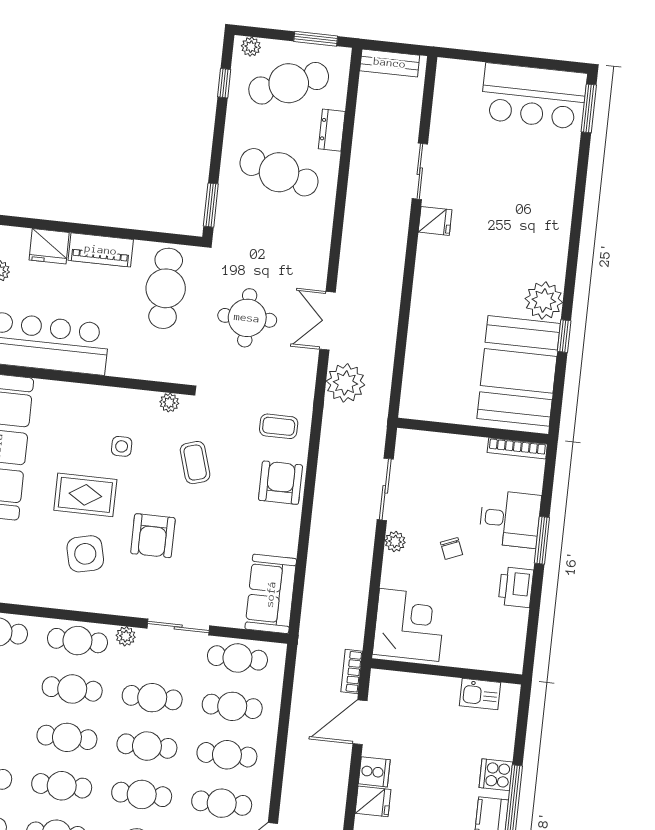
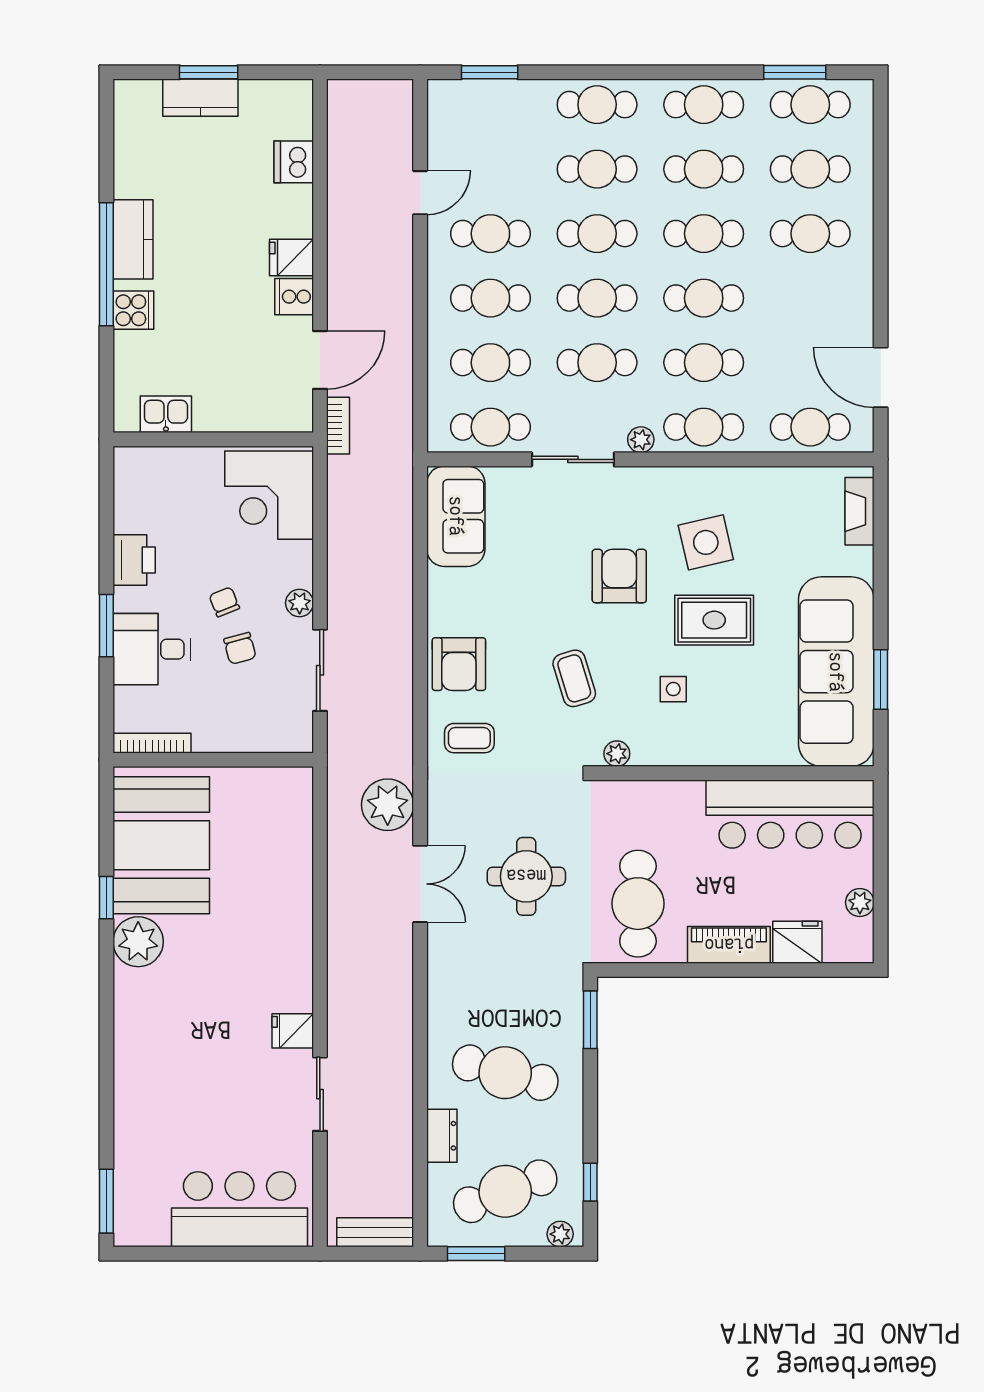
bar counter: (534, 96) -> (239, 1209), moved
chair: (444, 512) -> (240, 648), added

